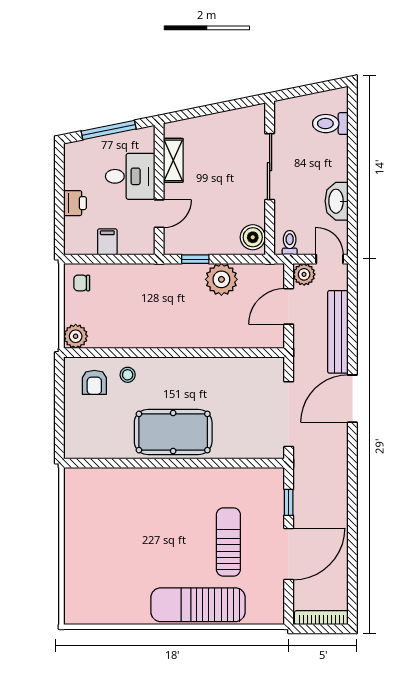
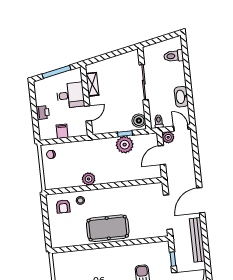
window: (195, 259) -> (125, 134), moved
bench: (338, 332) -> (197, 240), moved
plant: (76, 336) -> (89, 179), moved

